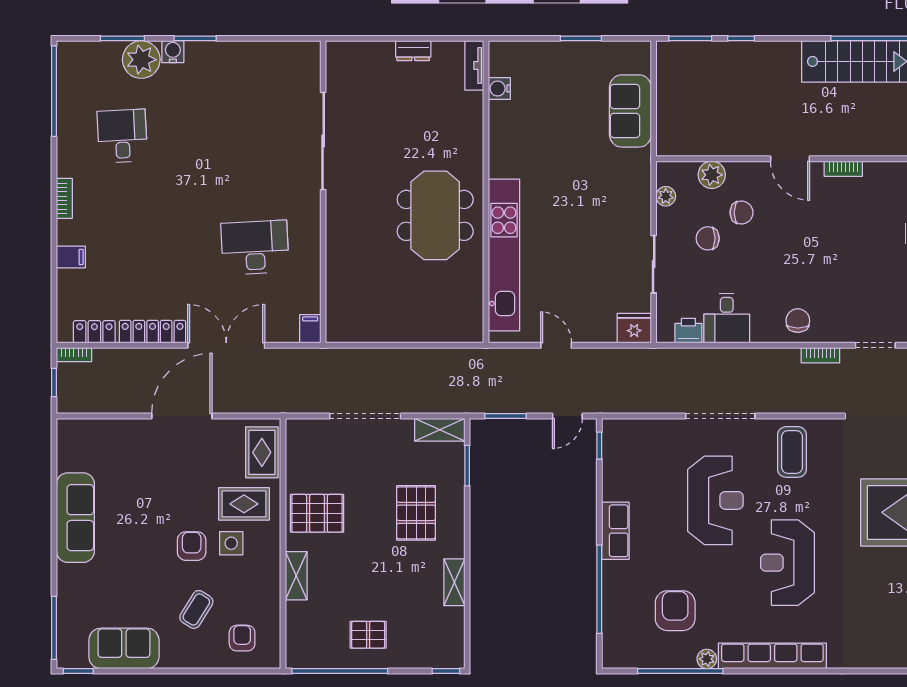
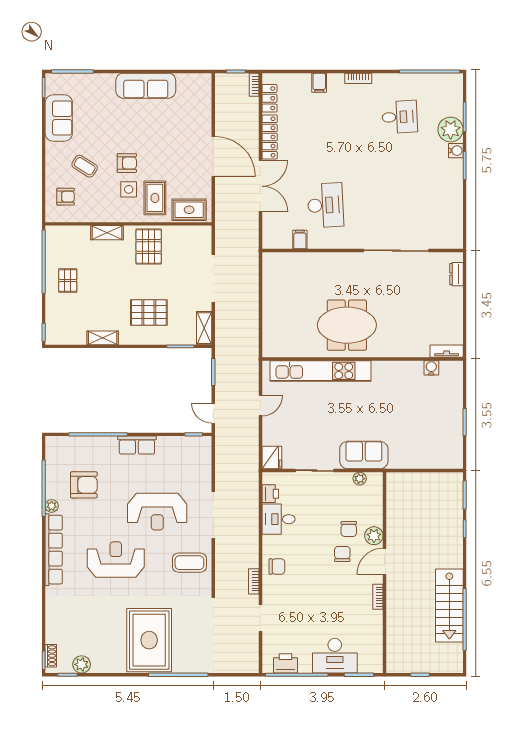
dresser: (413, 51) -> (456, 274), moved
sofa: (630, 111) -> (364, 455), moved
plant: (712, 175) -> (374, 536), moved
chair: (708, 238) -> (342, 554), moved
filing cabinet: (310, 329) -> (300, 240), moved, turned -90

